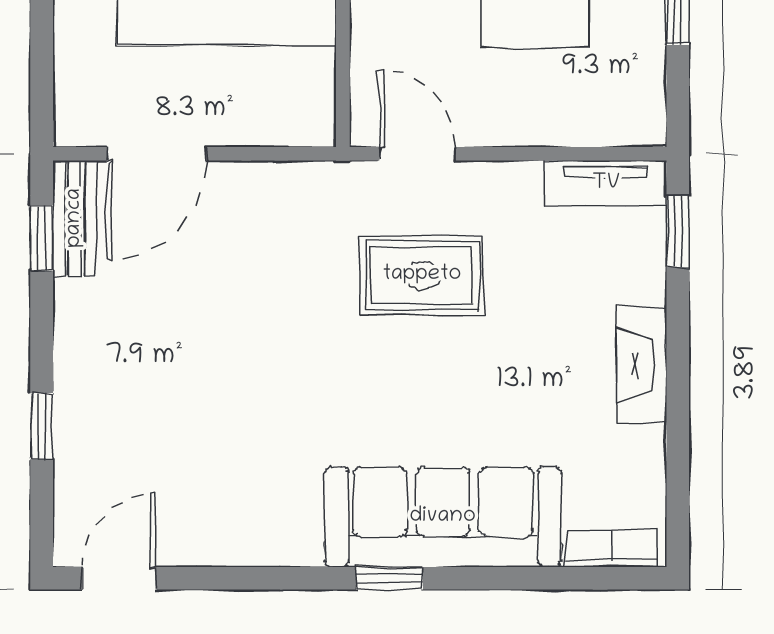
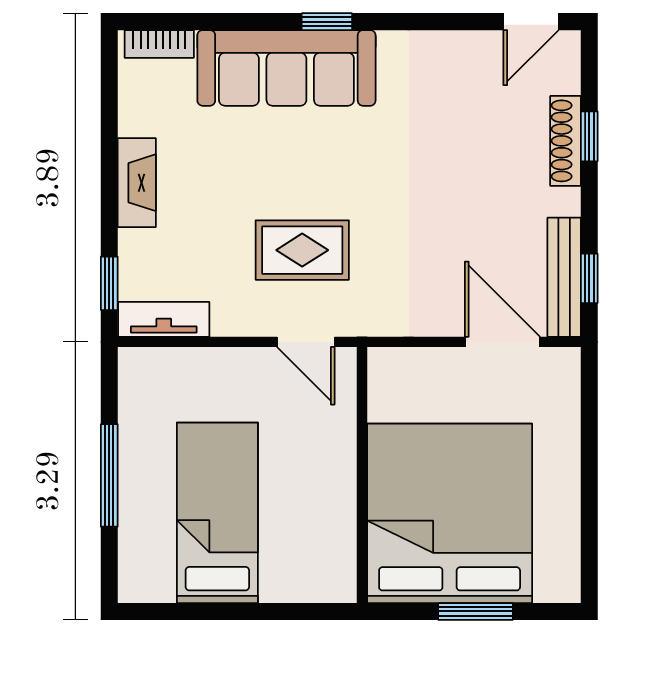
door: (157, 154) -> (502, 342), hinge flipped
bench: (75, 218) -> (564, 277), width x1.36
shoe rack: (73, 420) -> (566, 141), added

